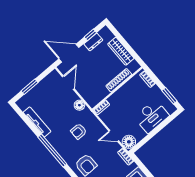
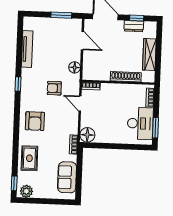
door: (68, 83) -> (82, 41), hinge flipped
window: (30, 87) -> (61, 15), moved
desk: (152, 116) -> (140, 123), moved, turned -90
door: (114, 136) -> (80, 103), moved
window: (52, 150) -> (18, 84), width x0.32

